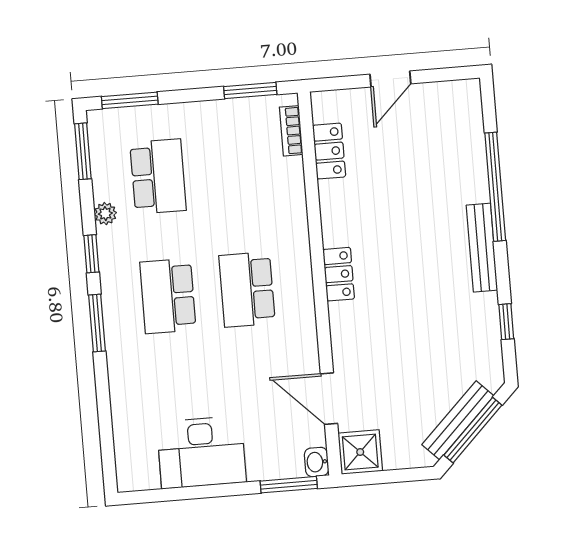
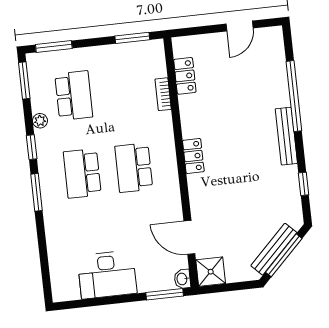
door: (390, 79) -> (240, 26), moved
bookcase: (291, 131) -> (163, 94), moved

